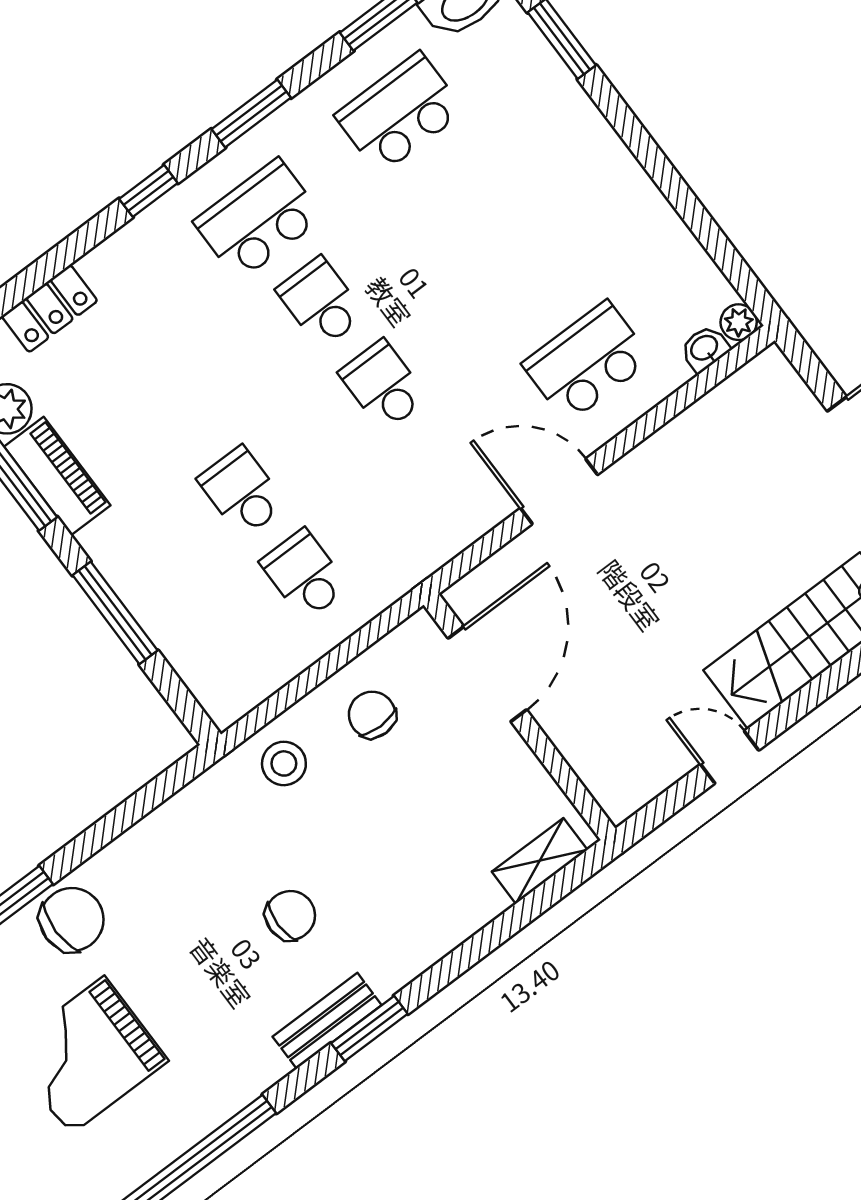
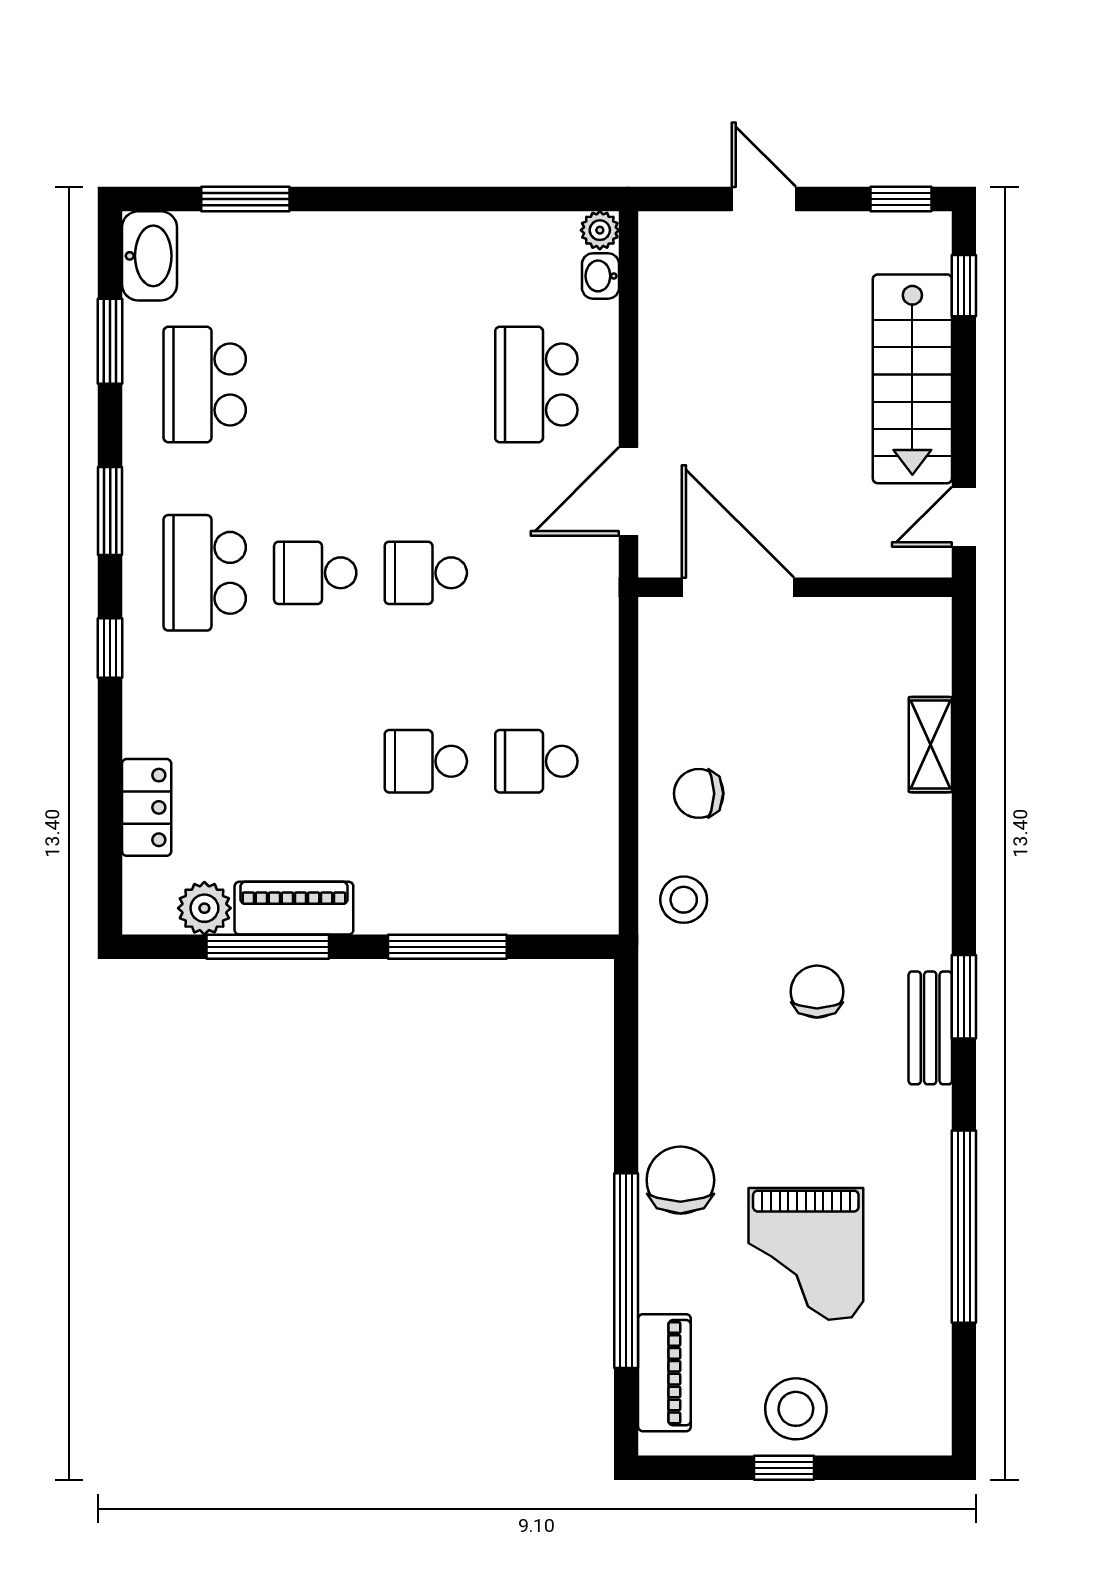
door: (487, 674) -> (738, 587), moved
wall: (520, 717) -> (795, 587), moved

